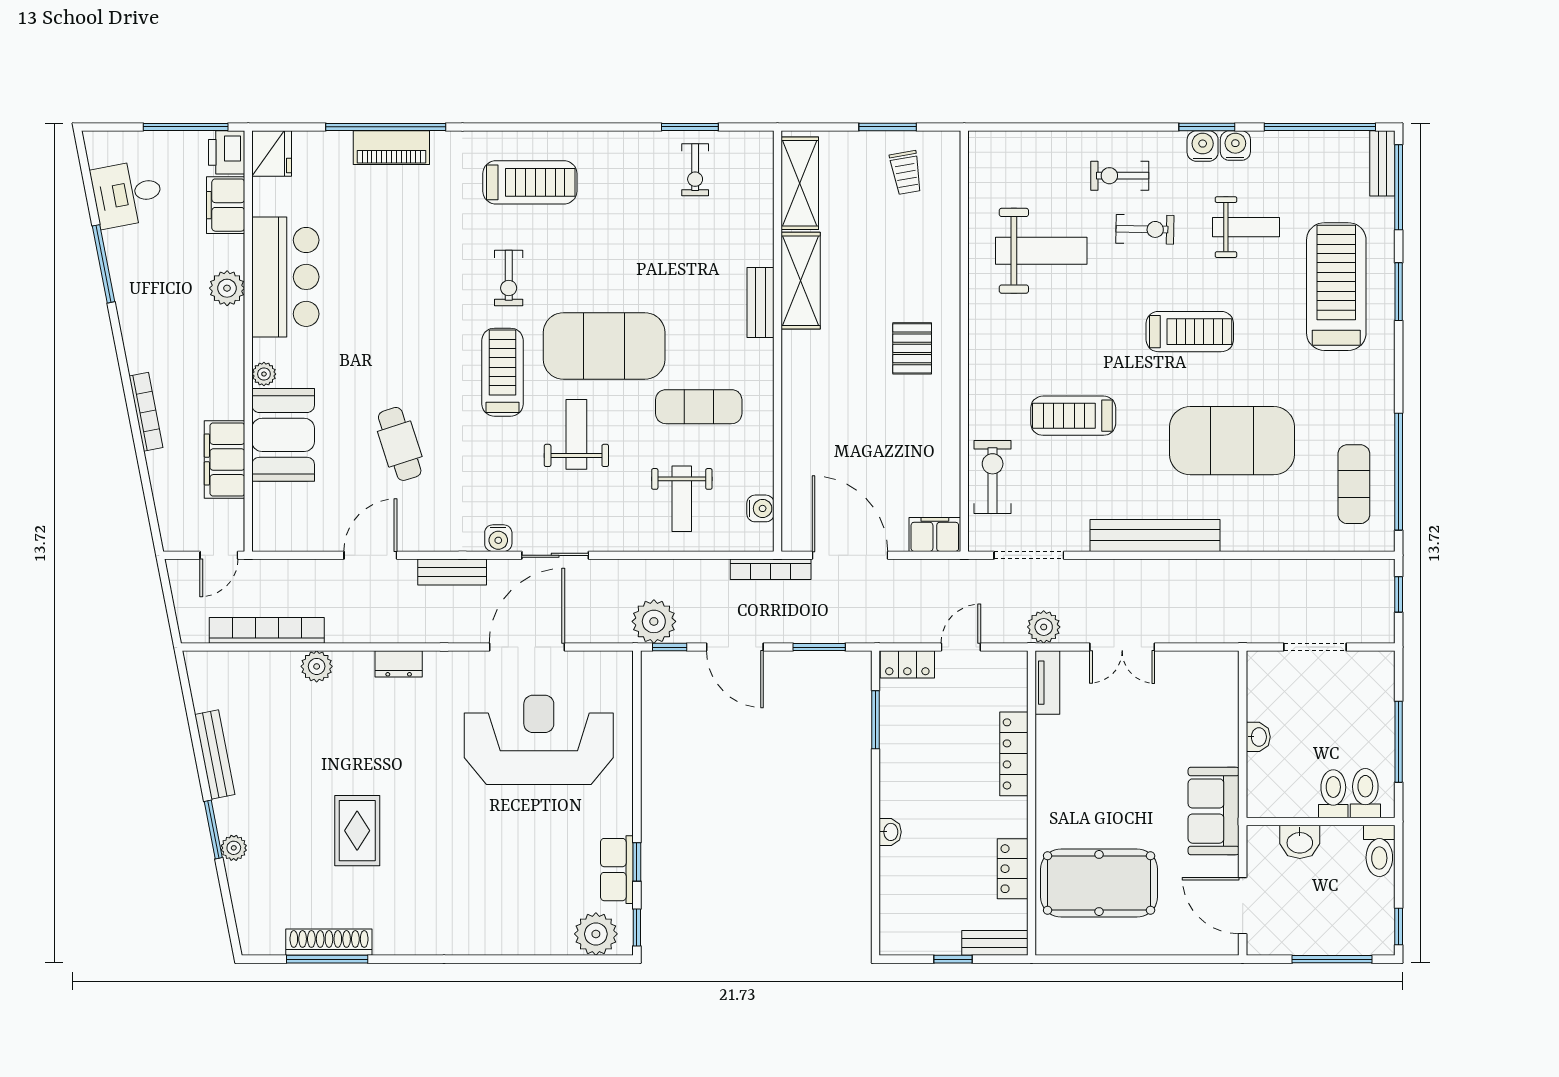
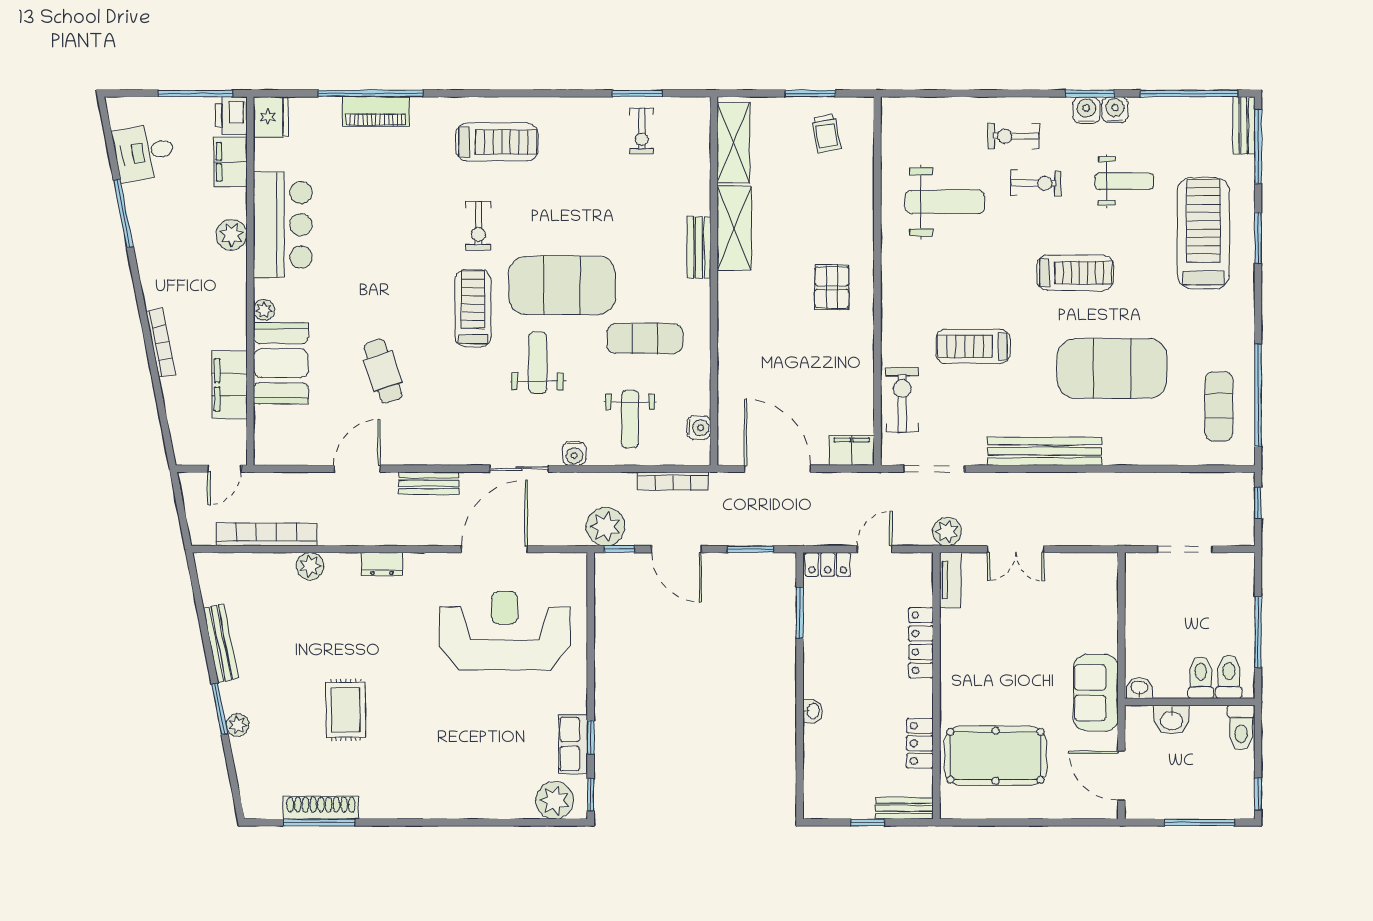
water cooler: (498, 538) -> (574, 454), moved
bookcase: (771, 569) -> (673, 481), moved
washbasin: (1258, 737) -> (1139, 688), moved, turned -90

